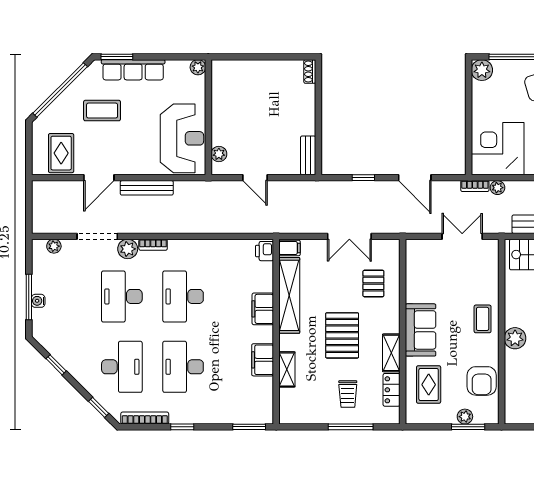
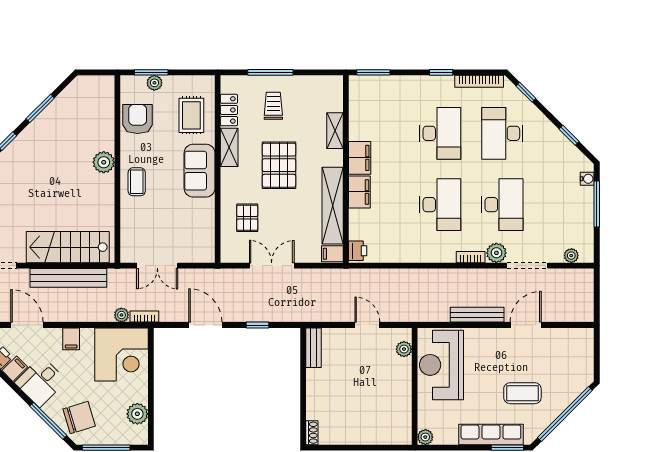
plant: (482, 70) -> (137, 414), moved
rug: (61, 153) -> (564, 350), removed
water cooler: (38, 301) -> (587, 179), moved
filing cabinet: (263, 360) -> (360, 158), moved

